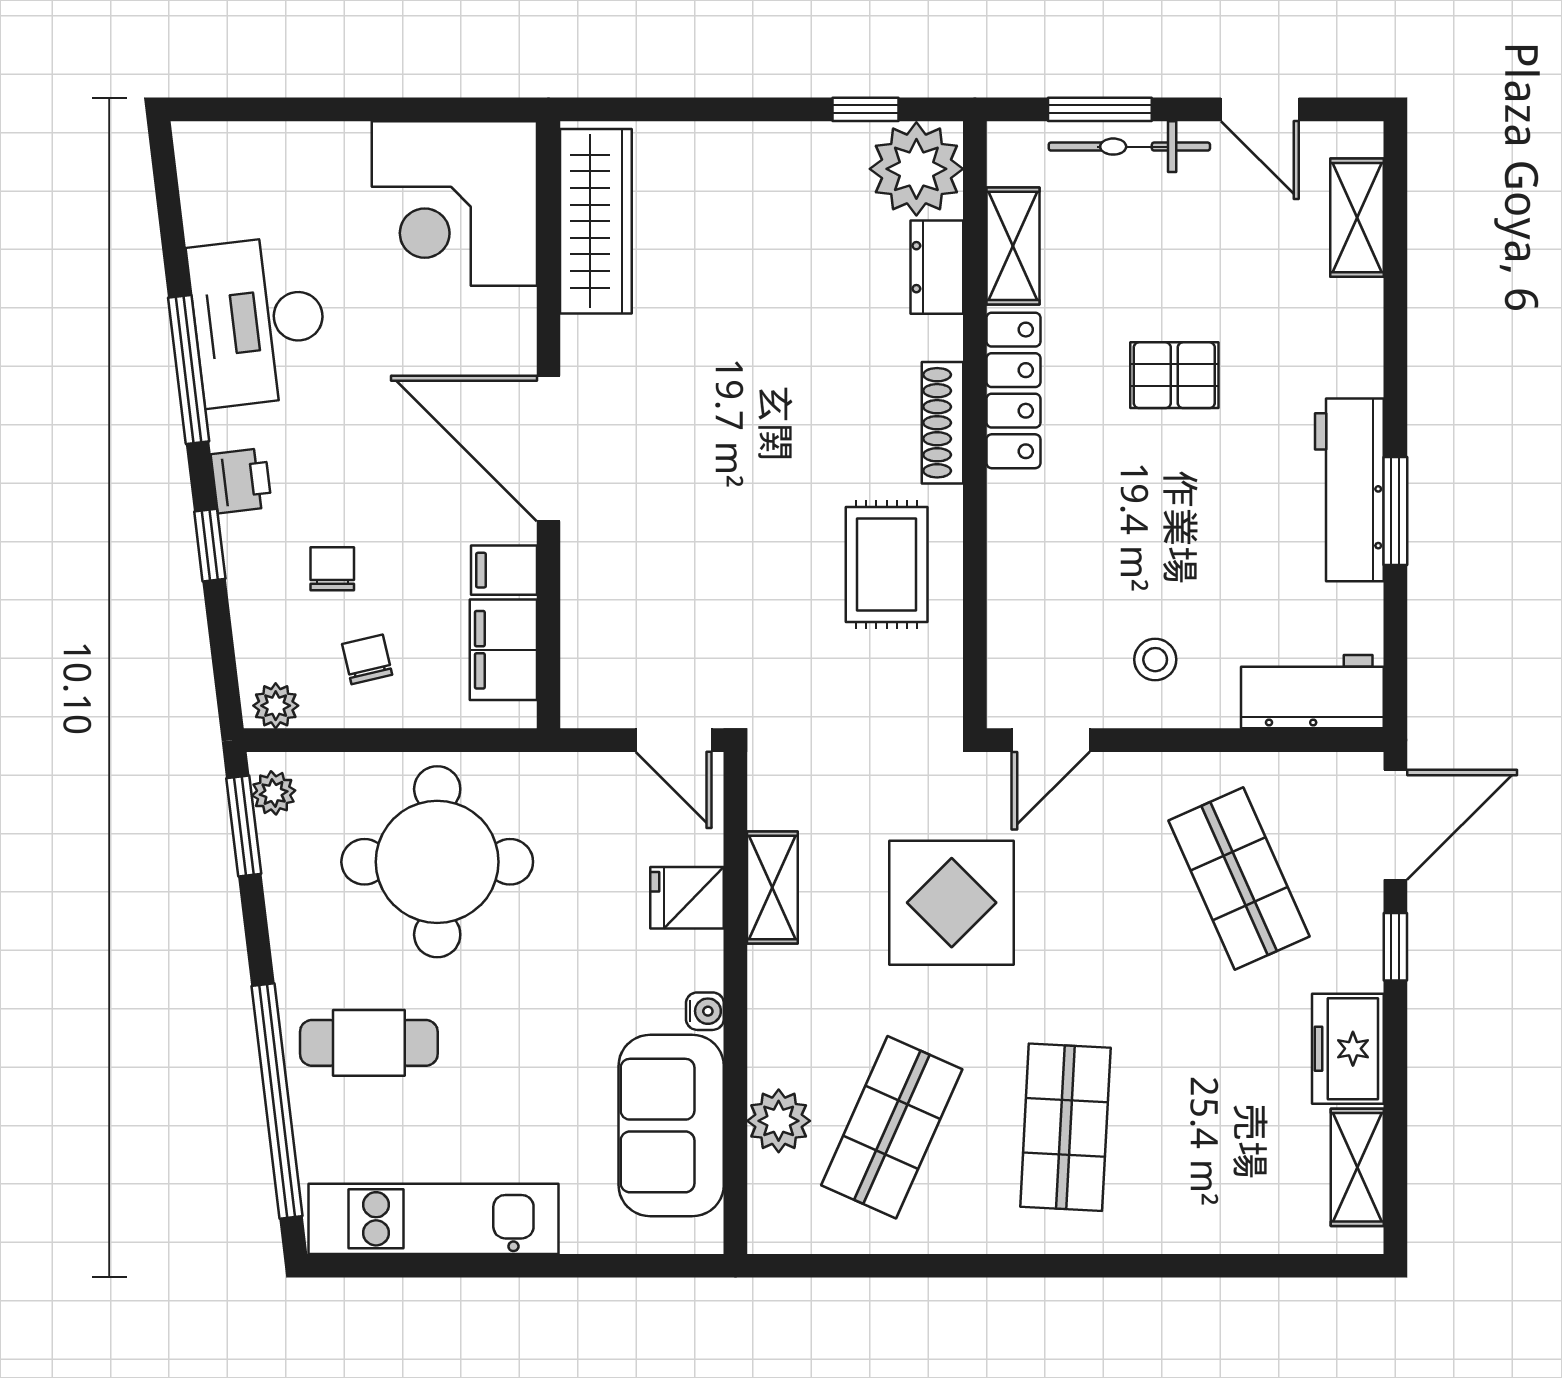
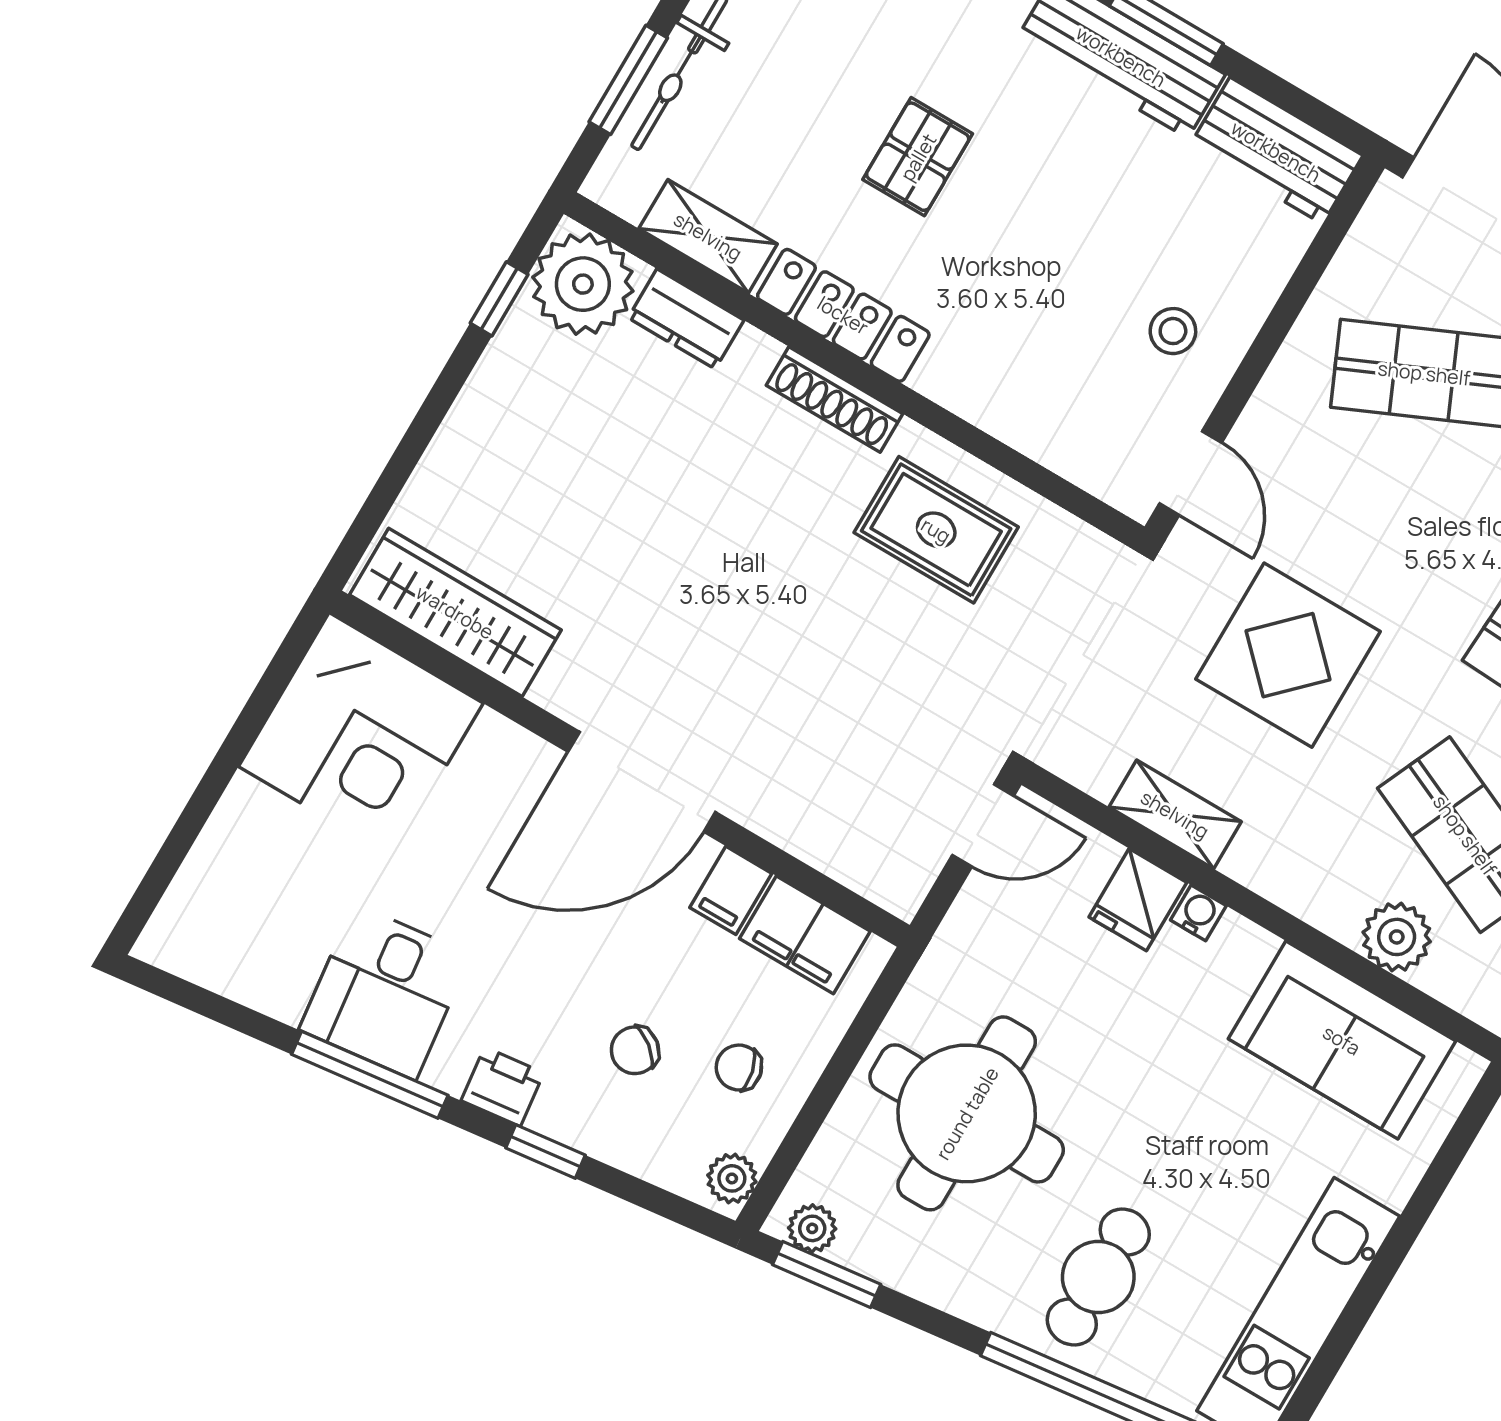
desk: (259, 321) -> (385, 992), width x0.73
chair: (332, 569) -> (635, 1050), turned -52
workbench: (1312, 692) -> (1276, 151), moved, turned -90
water cooler: (705, 1011) -> (1198, 913), moved

